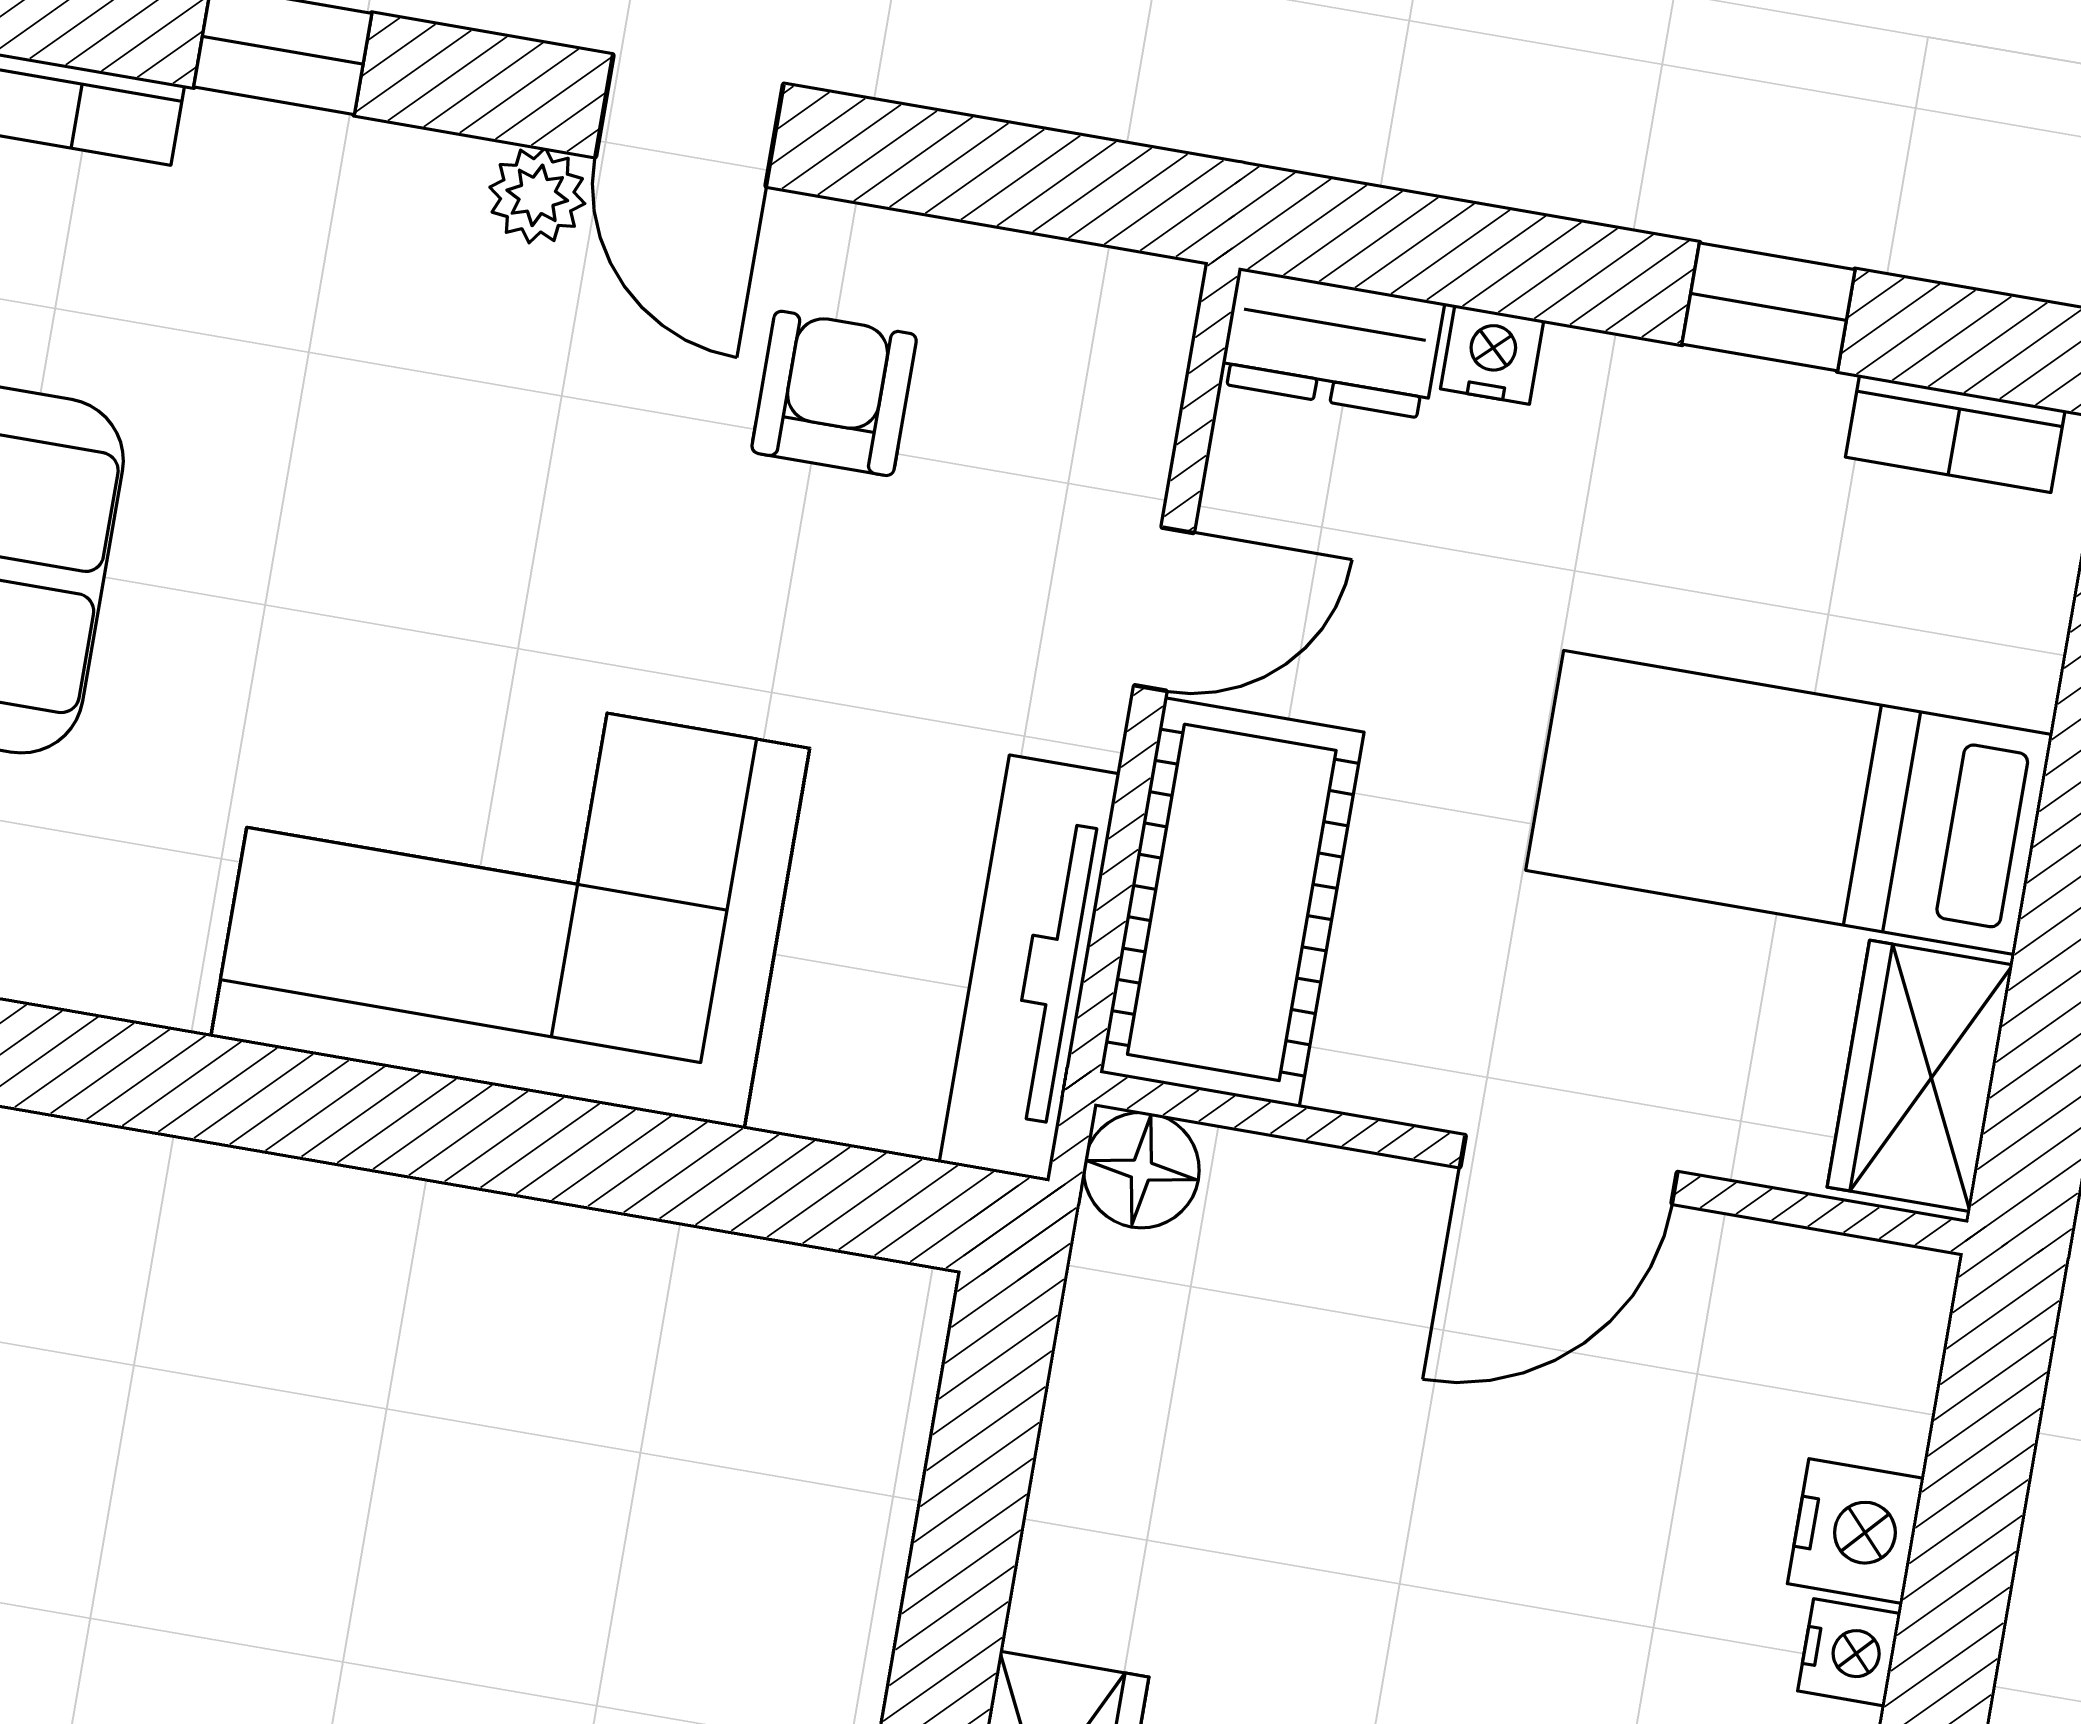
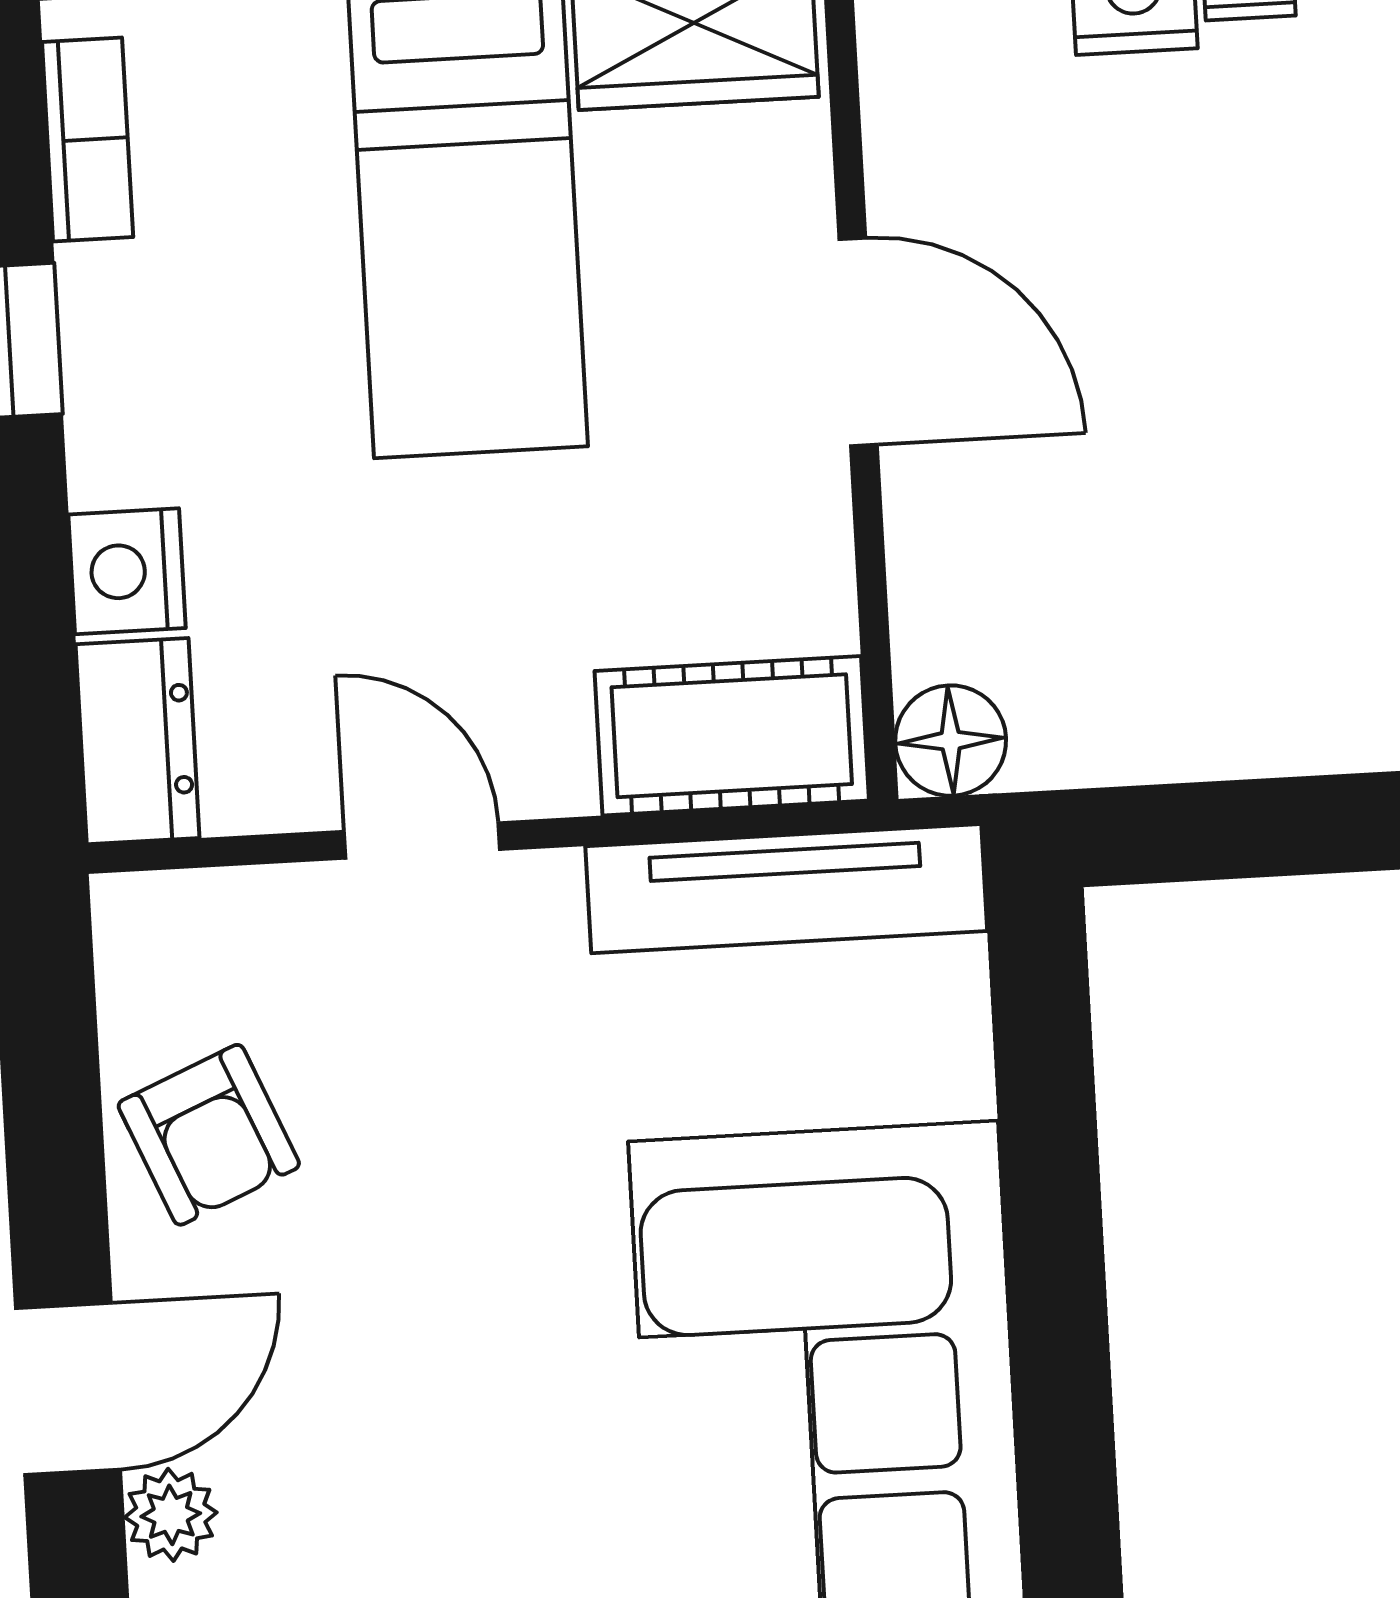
nightstand: (1492, 355) -> (127, 571), width x1.39, depth x1.35
armchair: (834, 393) -> (209, 1135), moved, turned -113
cot: (1232, 902) -> (732, 736), width x0.73, depth x0.75

